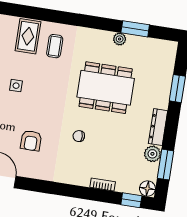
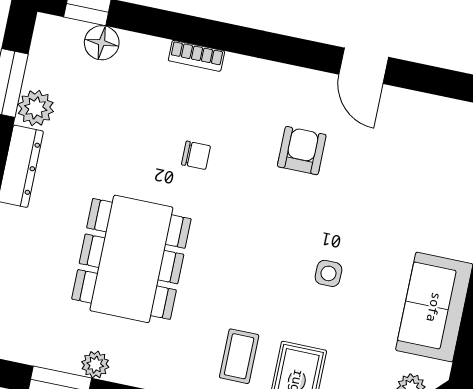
dining table: (106, 88) -> (131, 259), turned 90
bookcase: (103, 185) -> (196, 56), moved
floor lamp: (147, 189) -> (102, 43), moved

